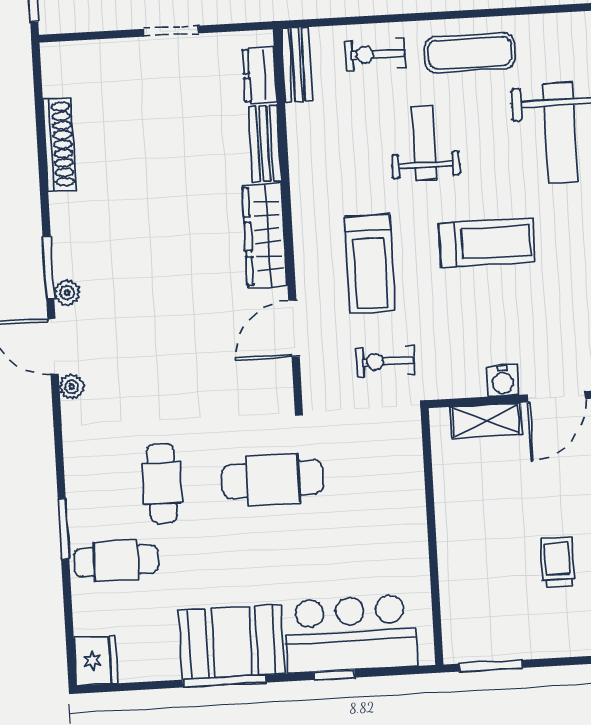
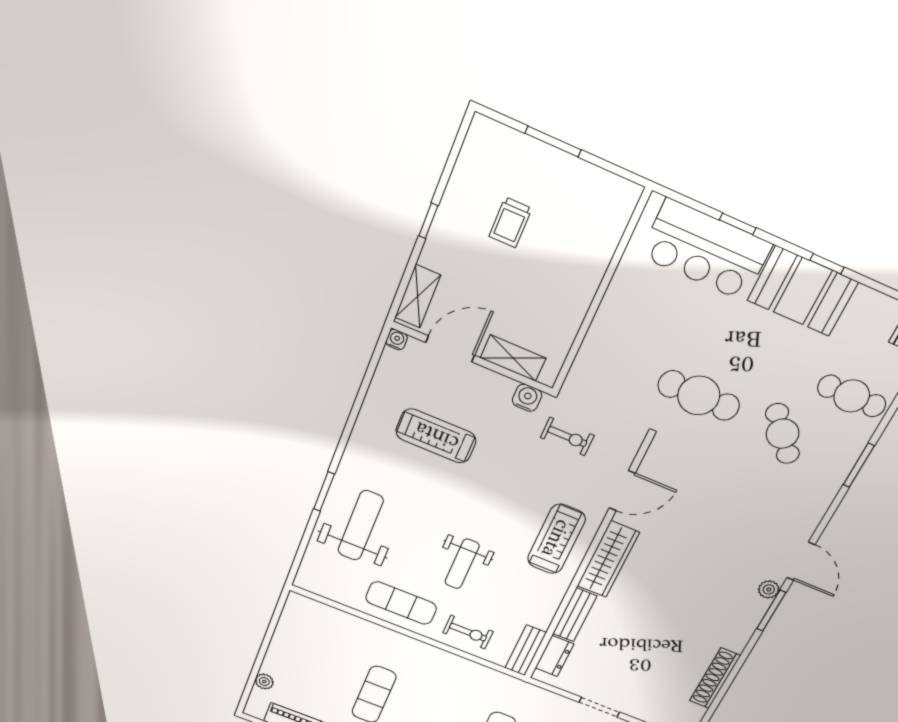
treadmill: (487, 243) -> (436, 436), moved
treadmill: (370, 264) -> (556, 539), moved
water cooler: (503, 381) -> (527, 398), moved
plant: (72, 387) -> (805, 529), removed
cafe table: (162, 483) -> (783, 434), turned -41
window: (63, 529) -> (859, 465), moved
window: (491, 666) -> (553, 142), moved
window: (224, 681) -> (827, 264), width x0.46

